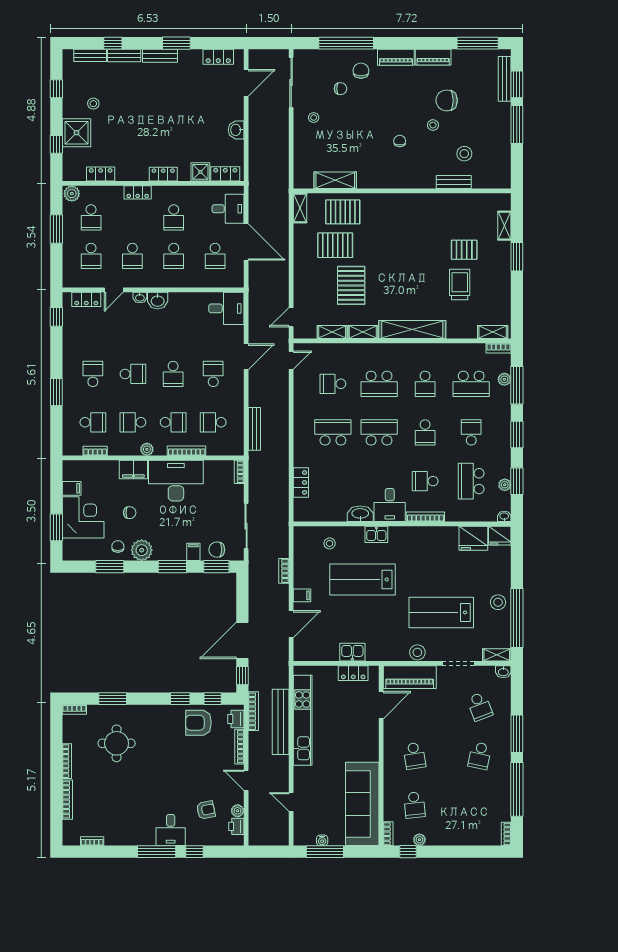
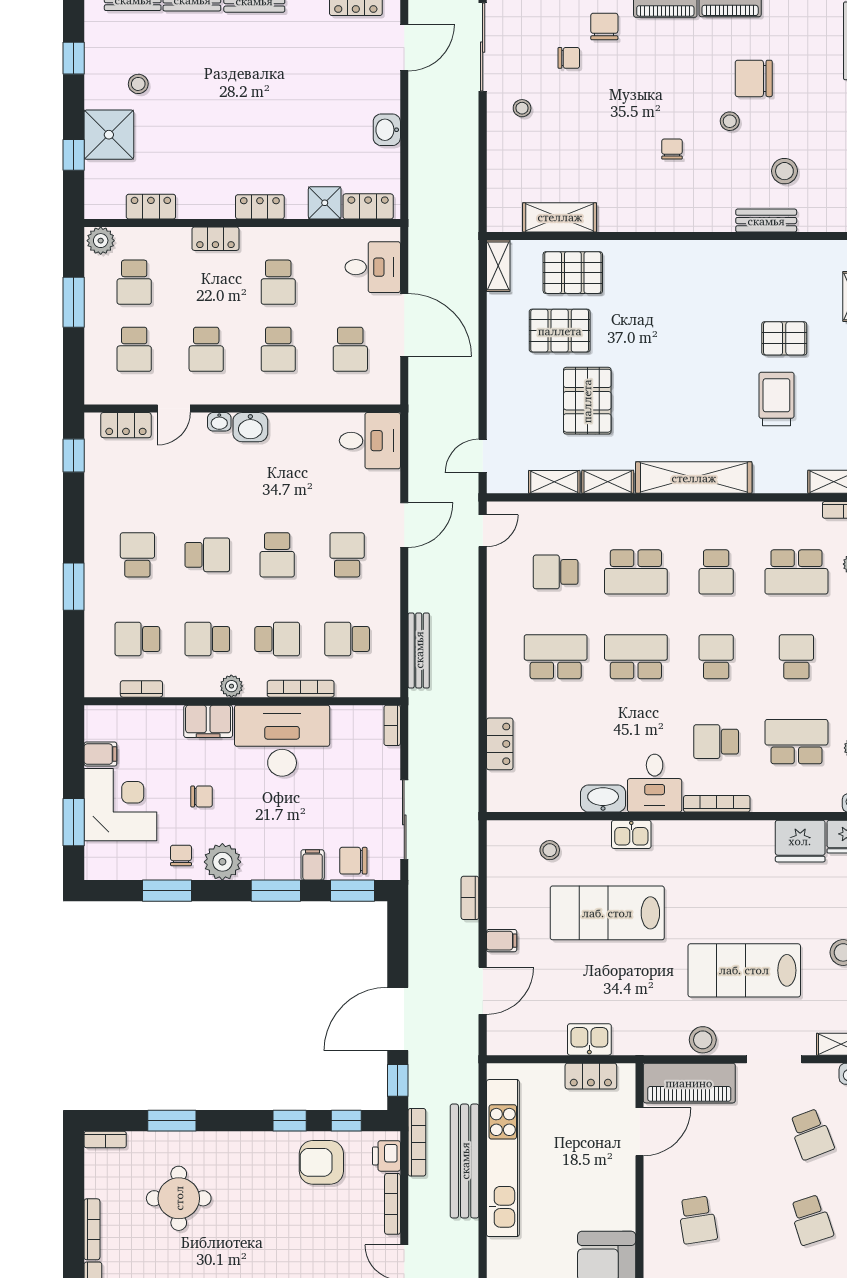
school desk: (93, 422) -> (137, 639), turned 180
school desk: (425, 432) -> (716, 657), turned 180
school desk: (471, 481) -> (796, 742), turned 90
school desk: (480, 756) -> (811, 1220), turned -30

